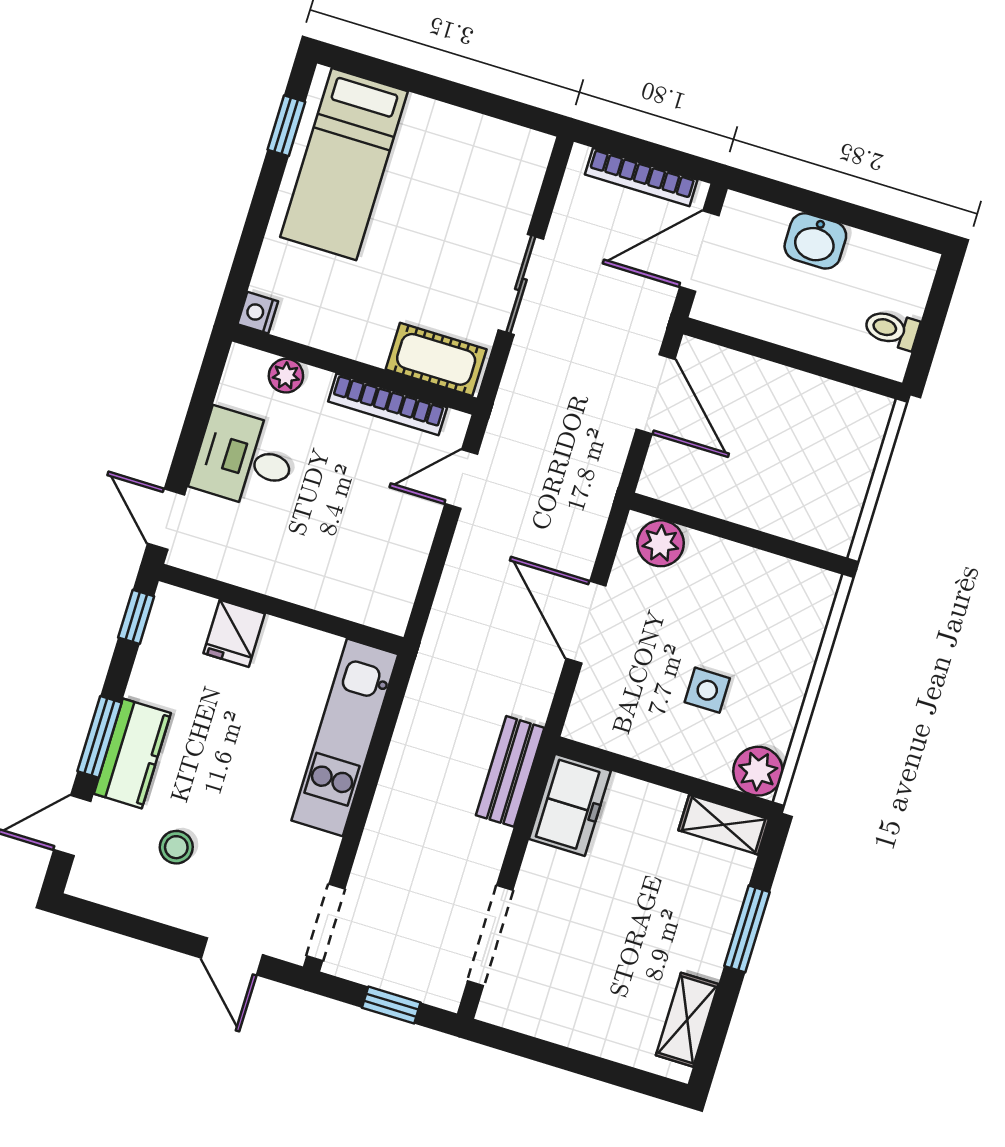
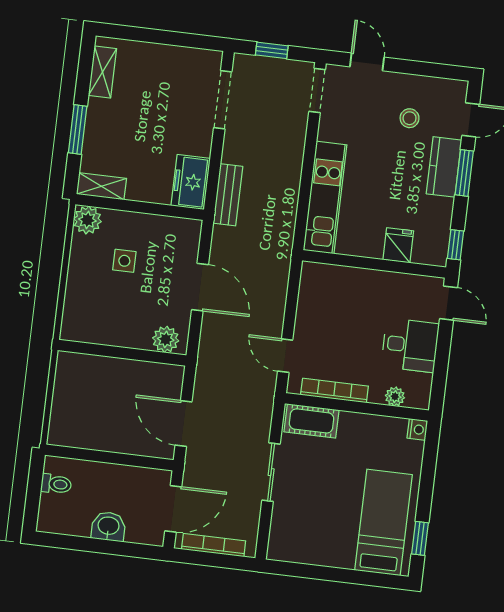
door: (461, 479) -> (285, 356), swing flipped

